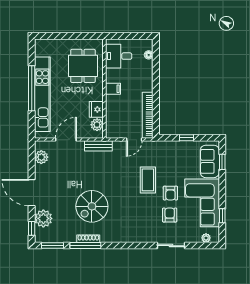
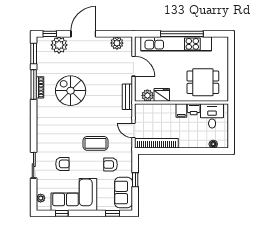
printer: (112, 76) -> (194, 109), added
sofa: (210, 161) -> (123, 192), moved, turned -90
armchair: (170, 193) -> (111, 165), moved

